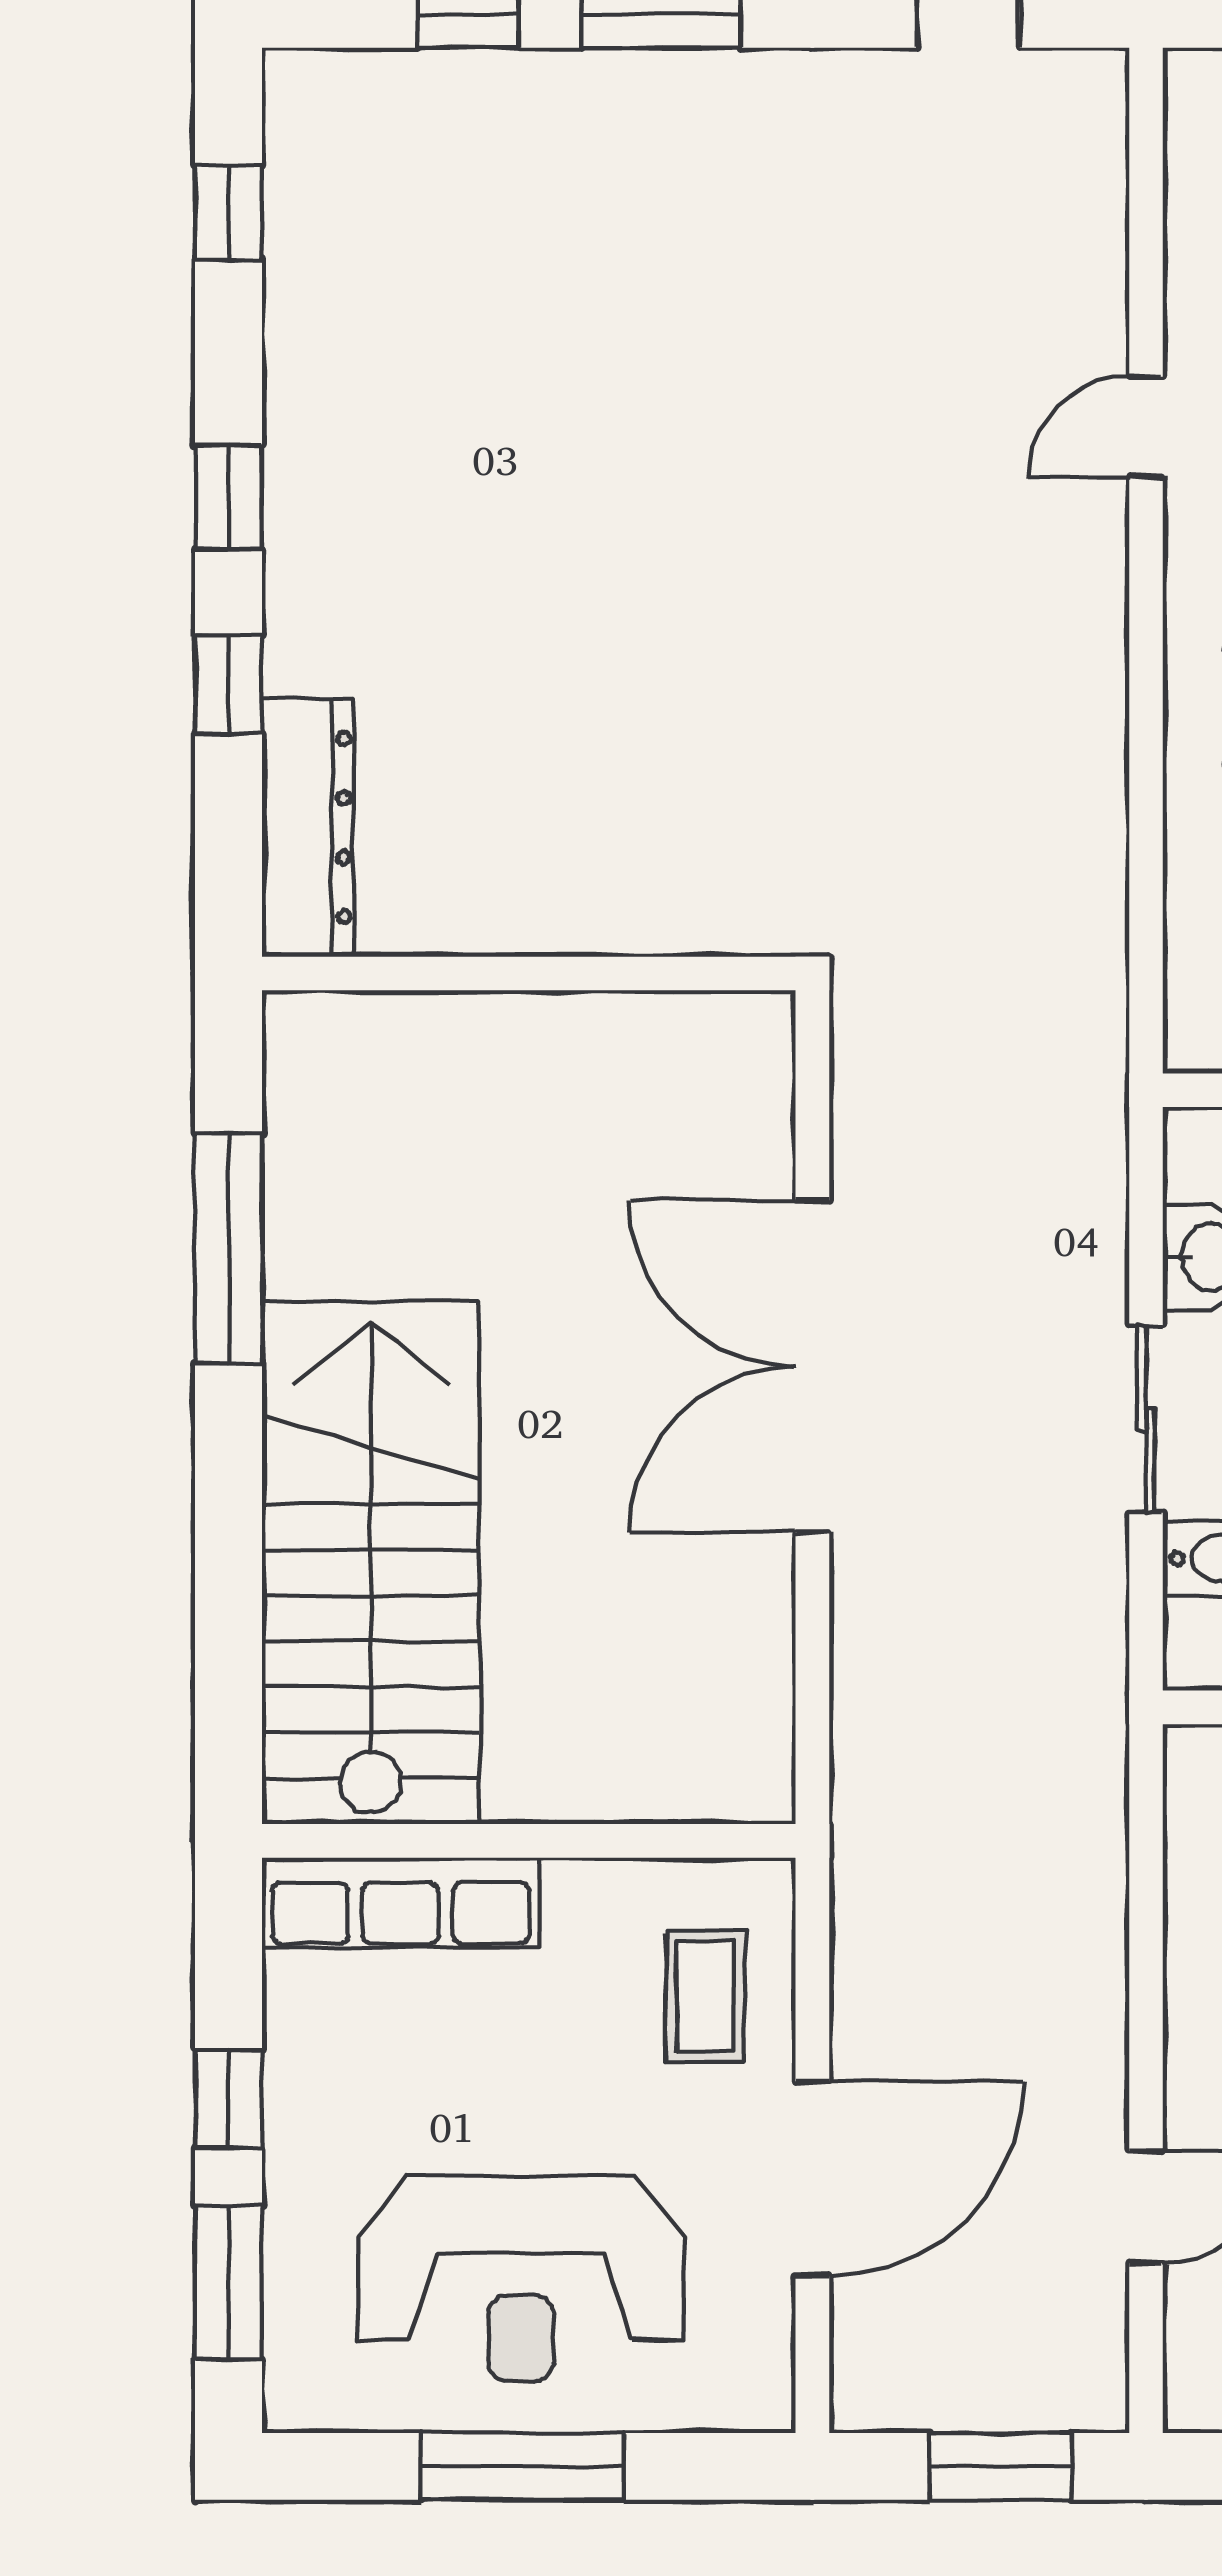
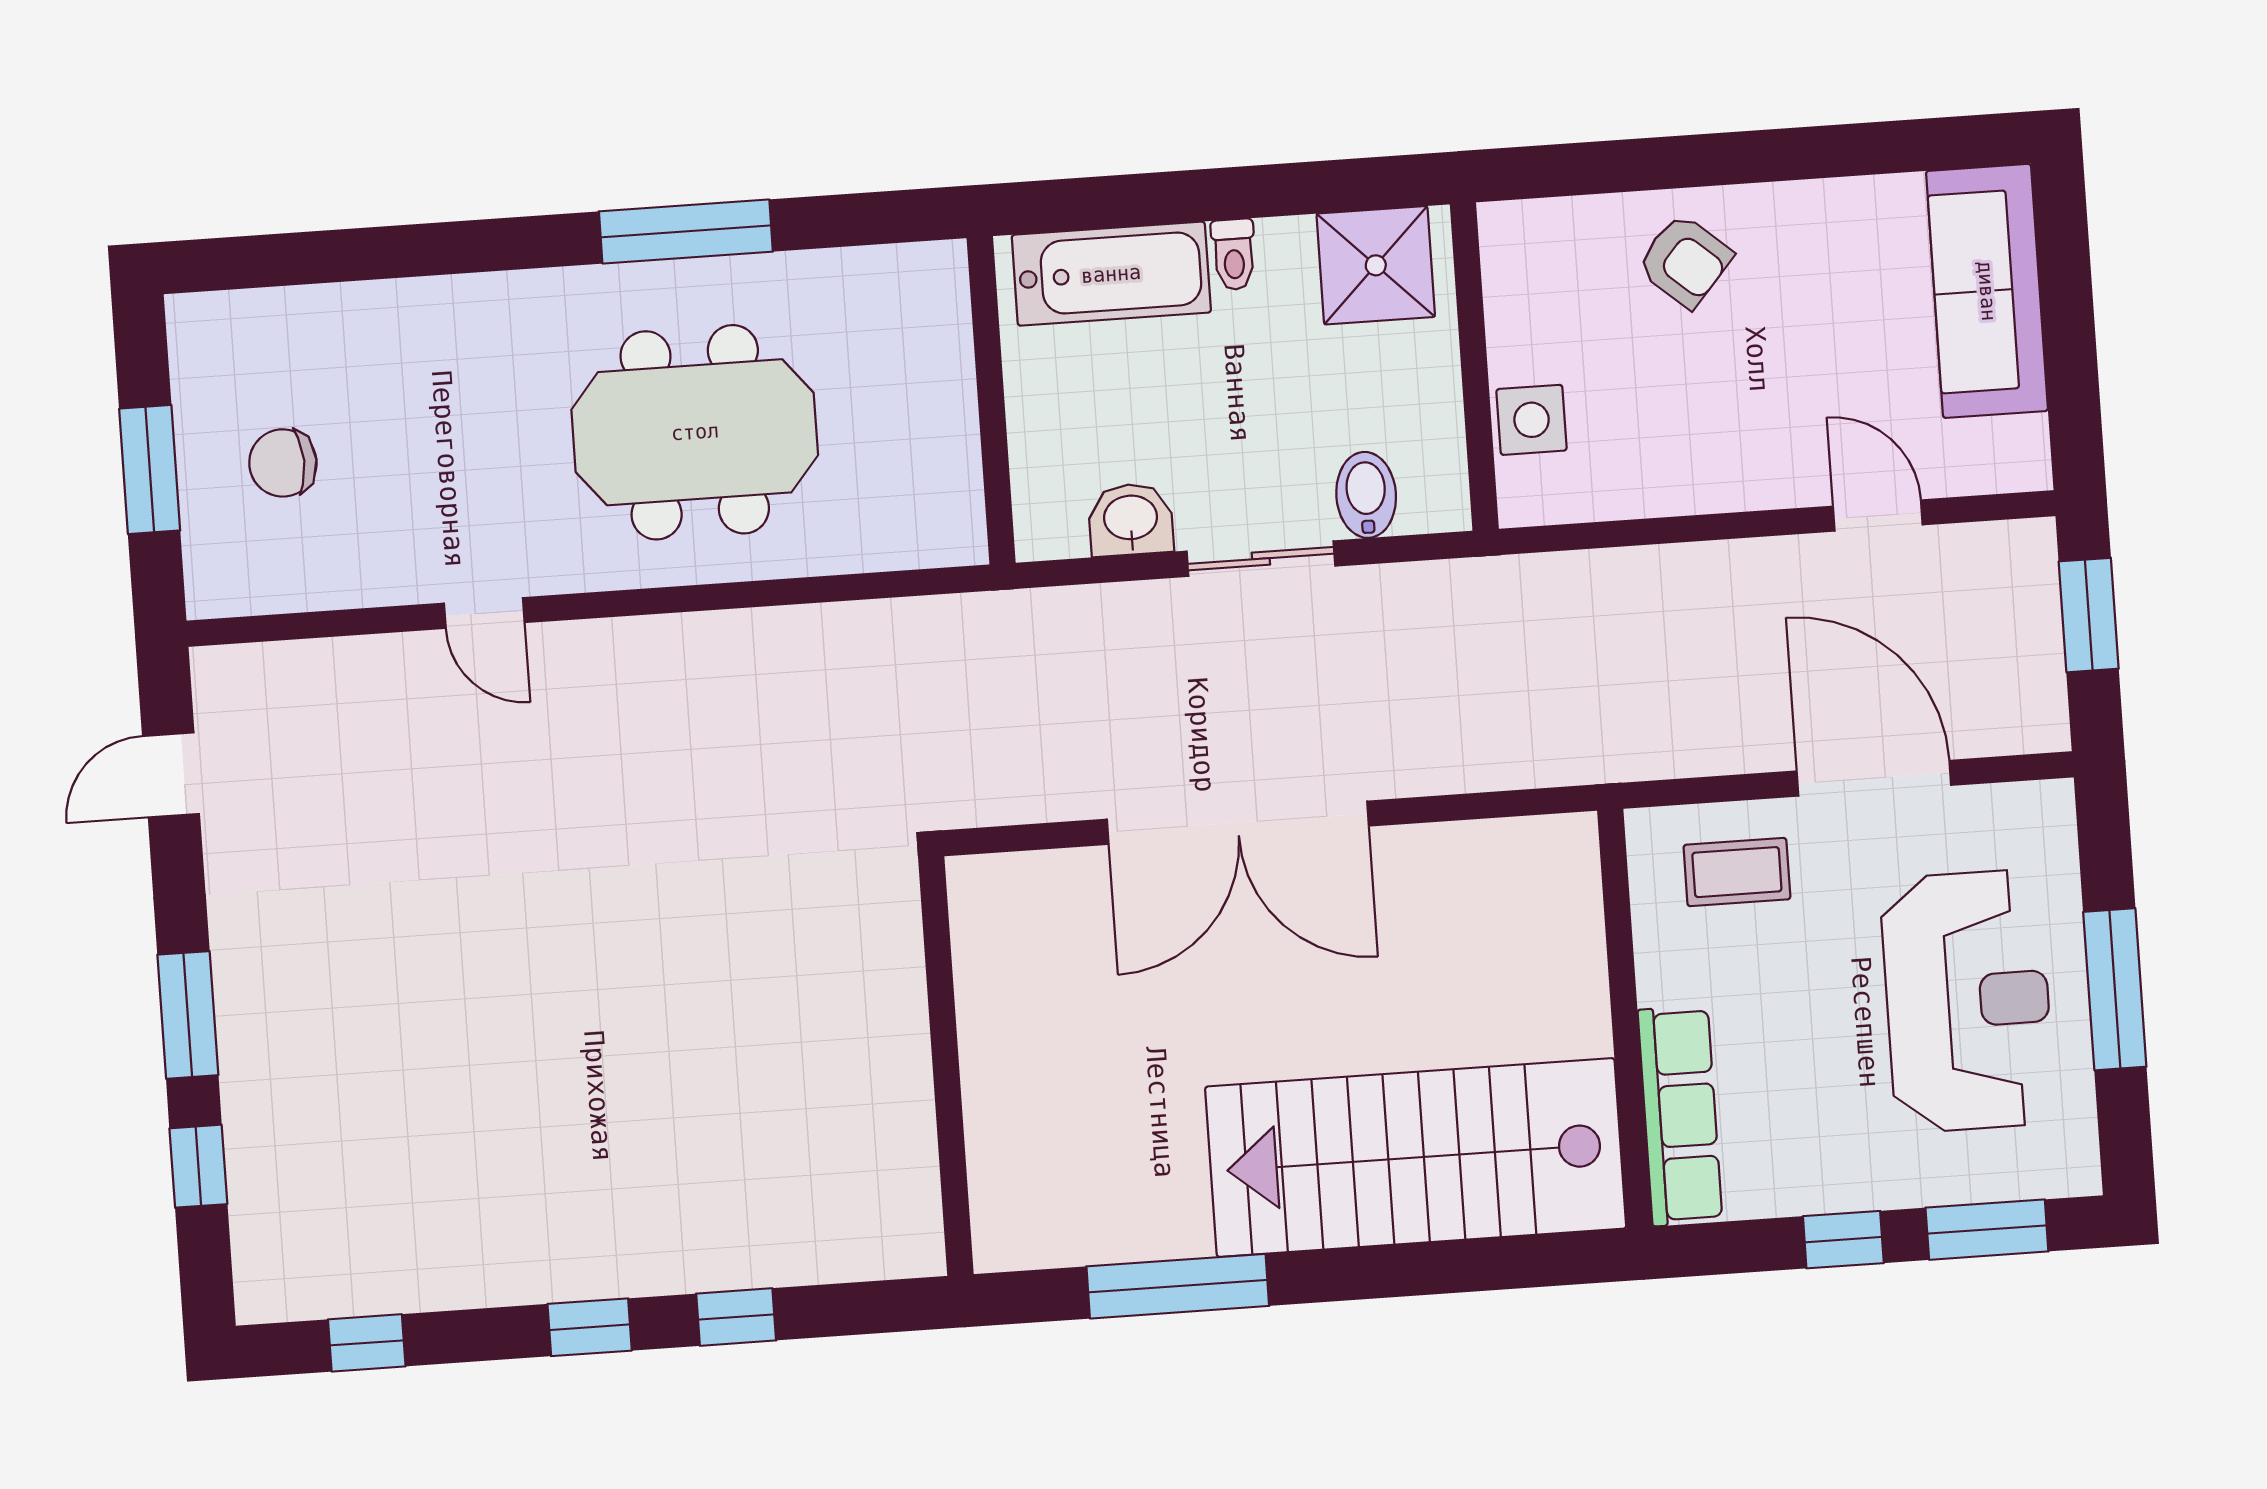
dresser: (308, 828) -> (844, 1247), removed

